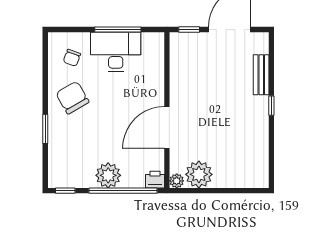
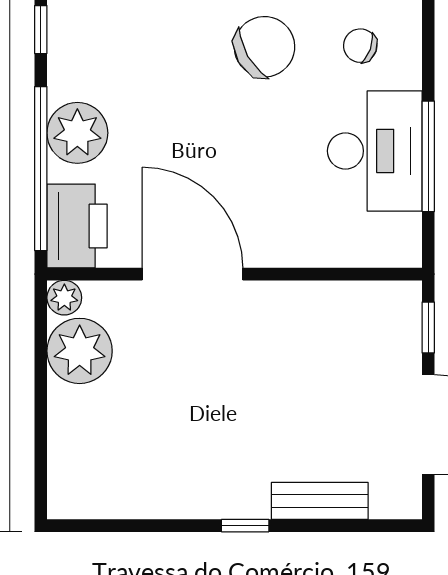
printer: (155, 180) -> (77, 226), width x1.87, depth x1.48

